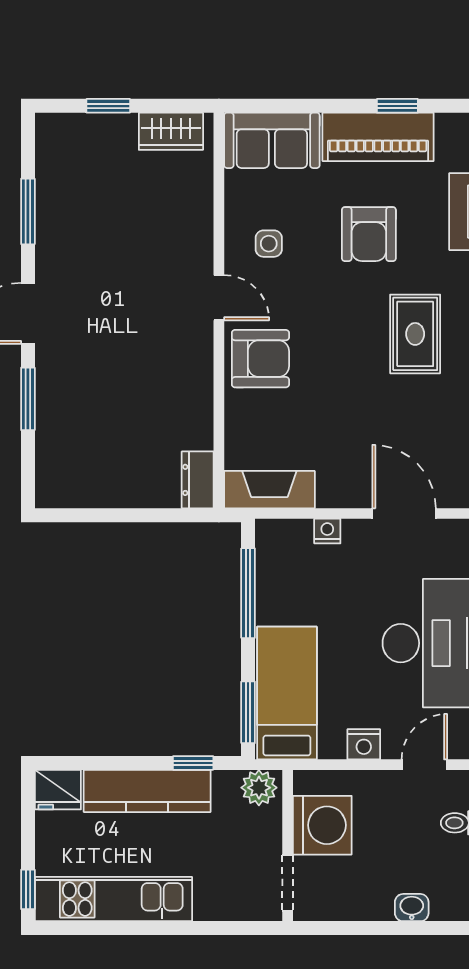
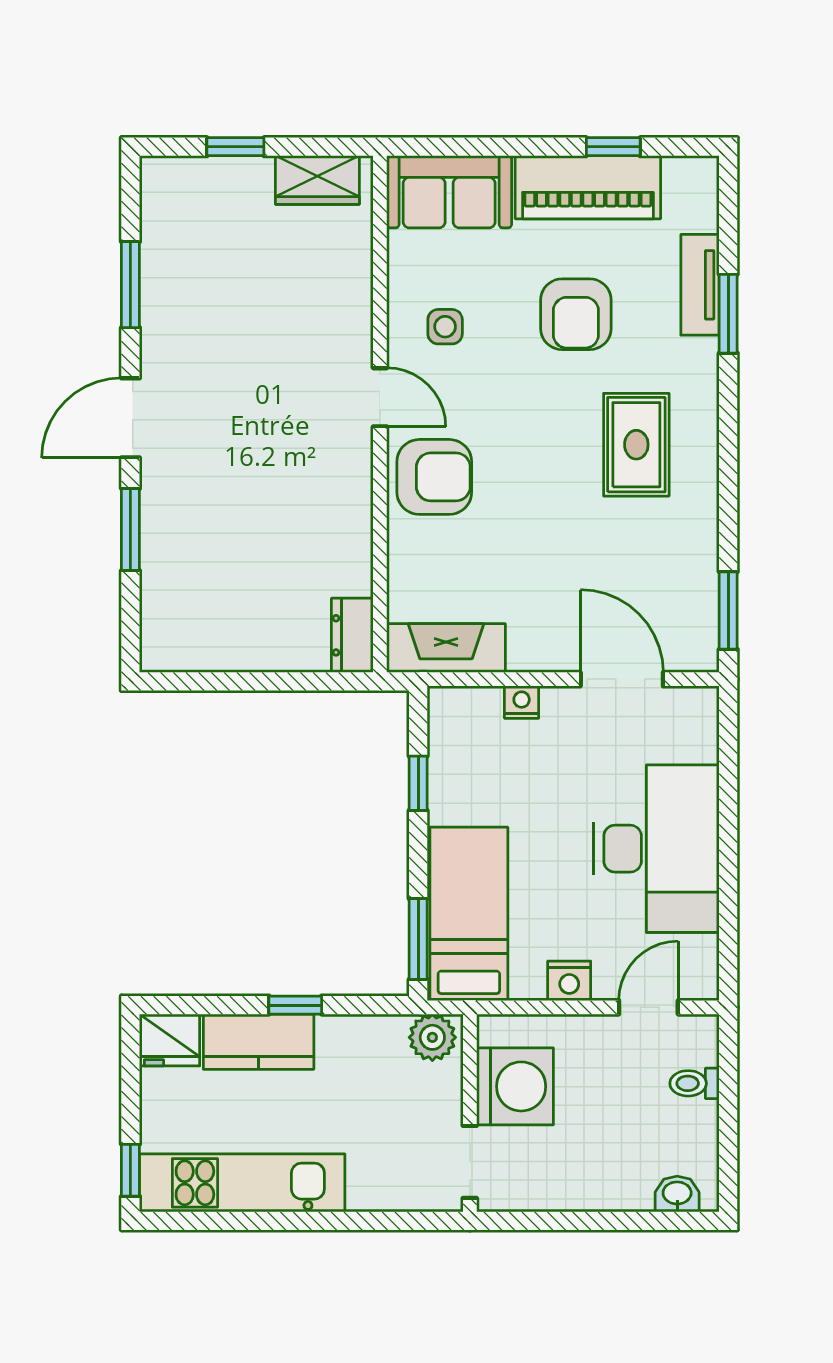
window: (248, 593) -> (418, 783), width x0.46
window: (193, 763) -> (295, 1005), moved
kitchen counter: (147, 791) -> (259, 1042), width x0.67
washbasin: (412, 908) -> (677, 1194), moved

